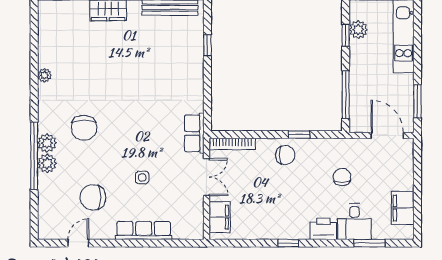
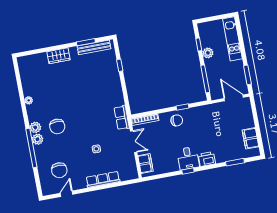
plant: (358, 30) -> (208, 53), moved
plant: (47, 163) -> (35, 127), moved
chair: (342, 177) -> (212, 127), removed
chair: (93, 197) -> (59, 170), moved, turned -90
desk: (354, 222) -> (188, 158), moved

